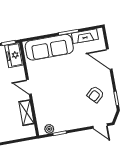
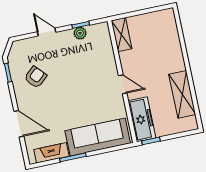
freezer: (14, 55) -> (142, 119), width x1.40
shelving: (26, 113) -> (121, 35), moved
door: (100, 126) -> (47, 32), moved
plant: (49, 129) -> (80, 33), moved

